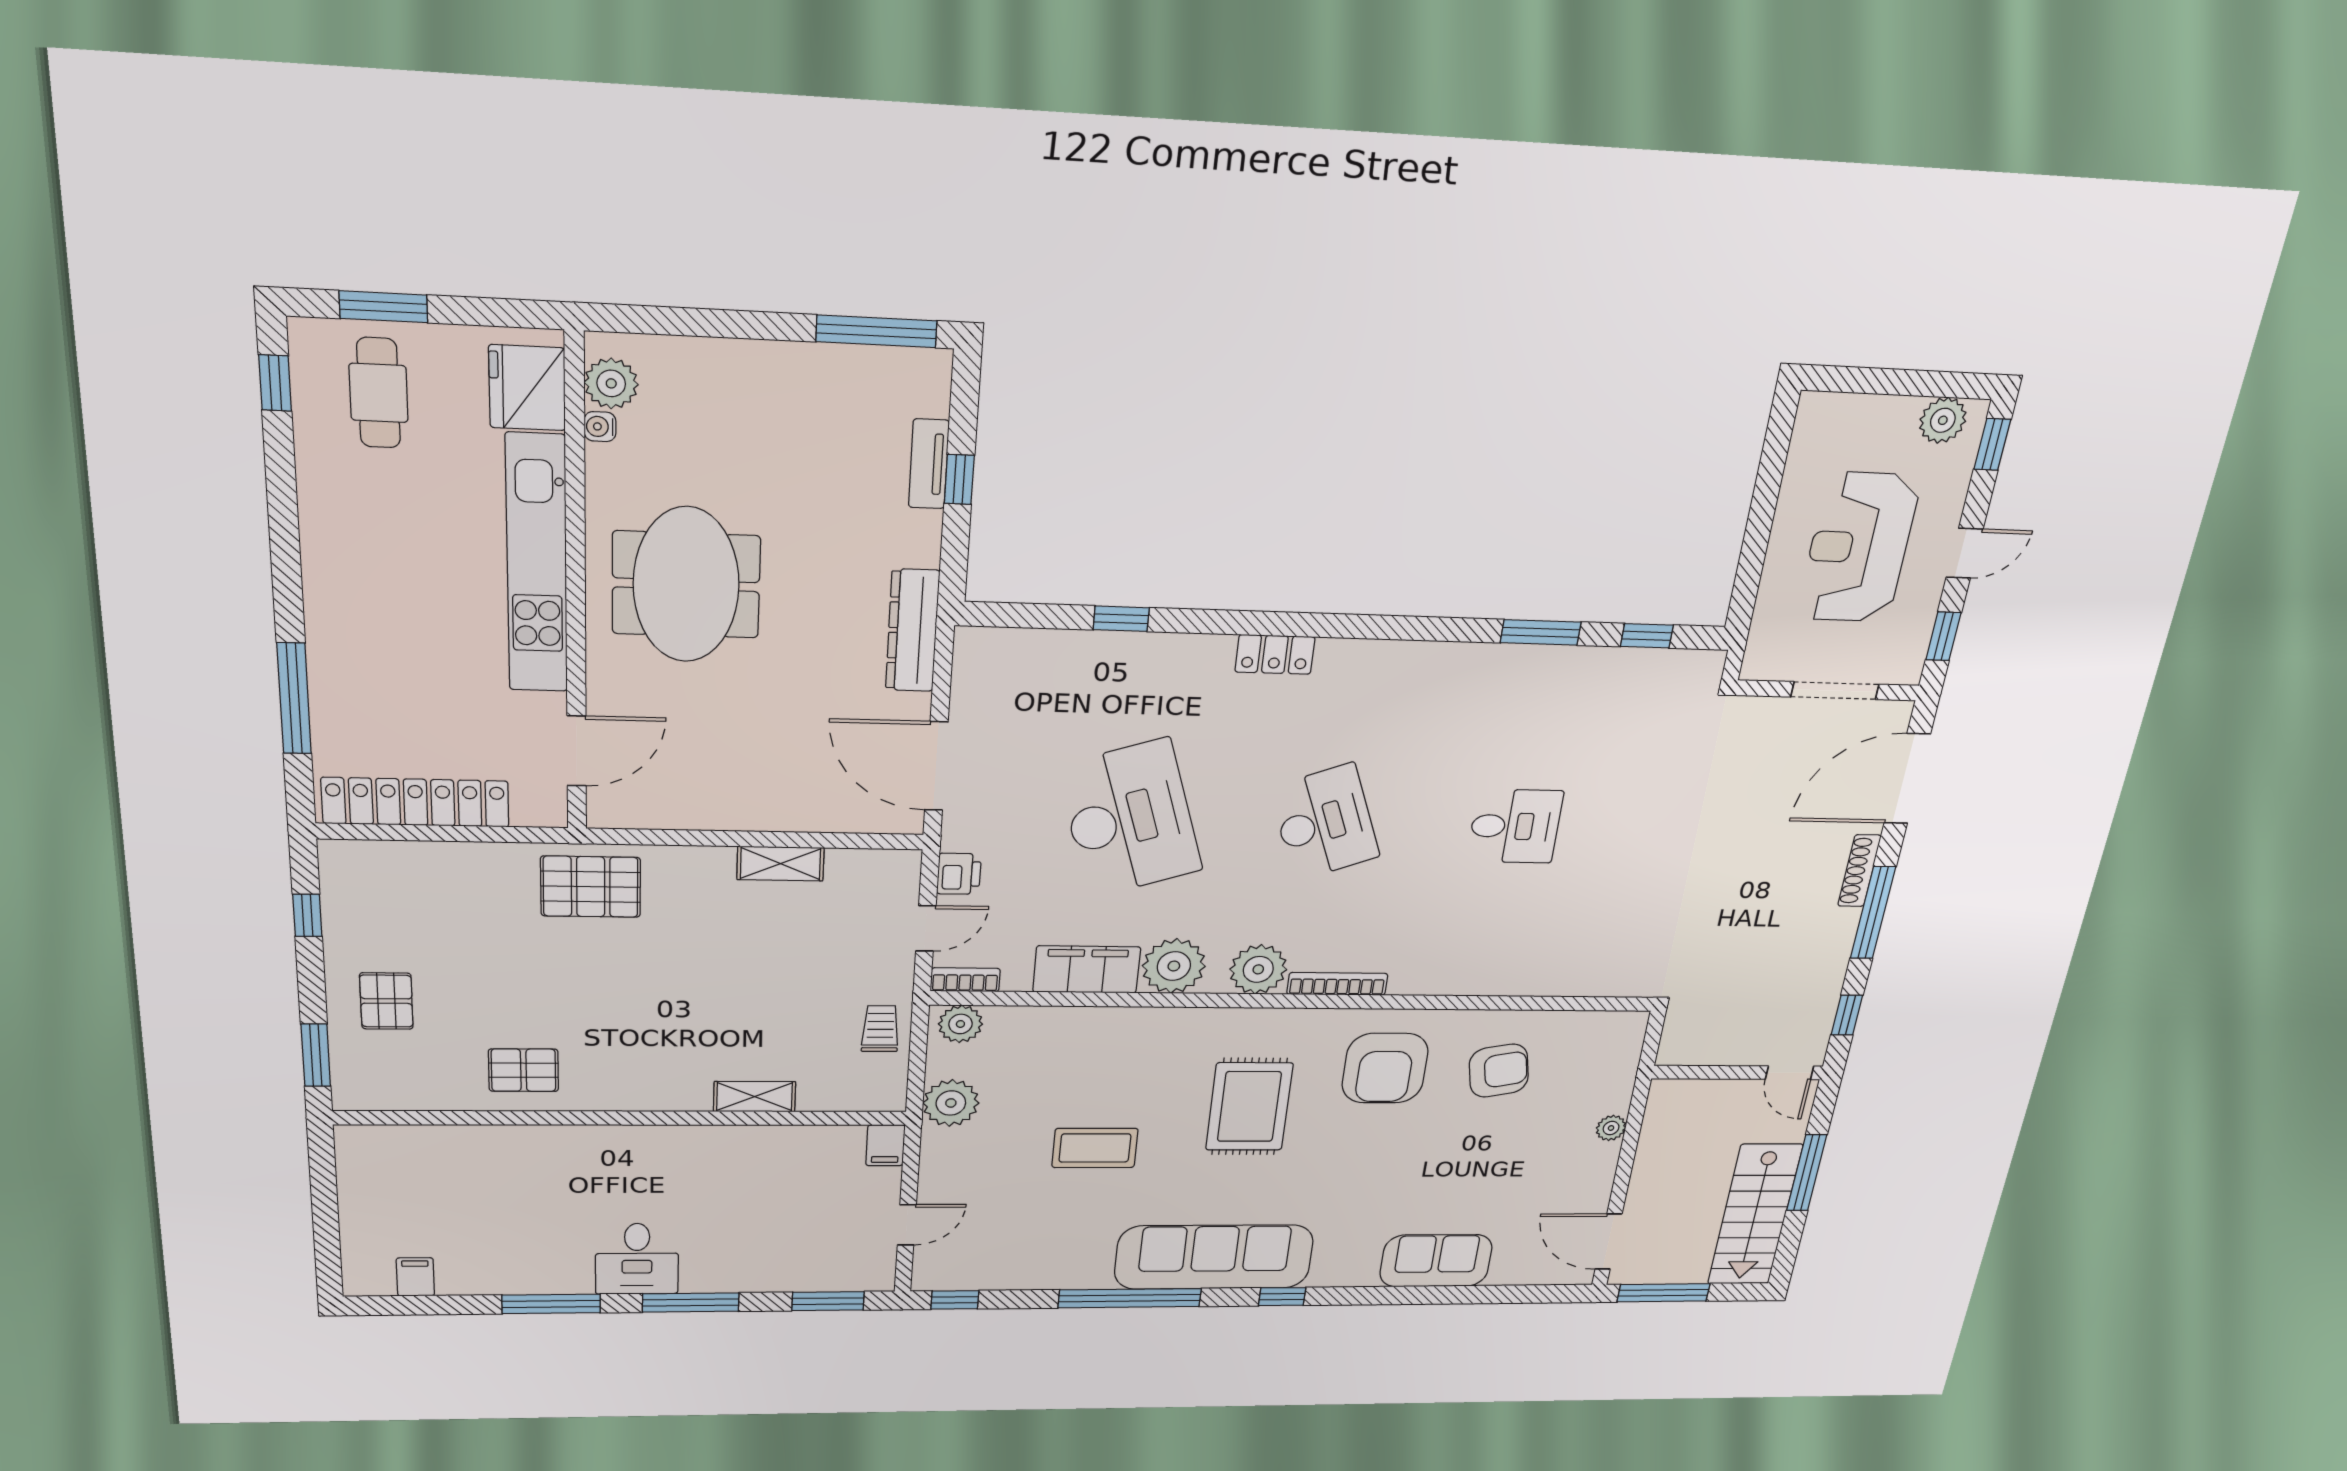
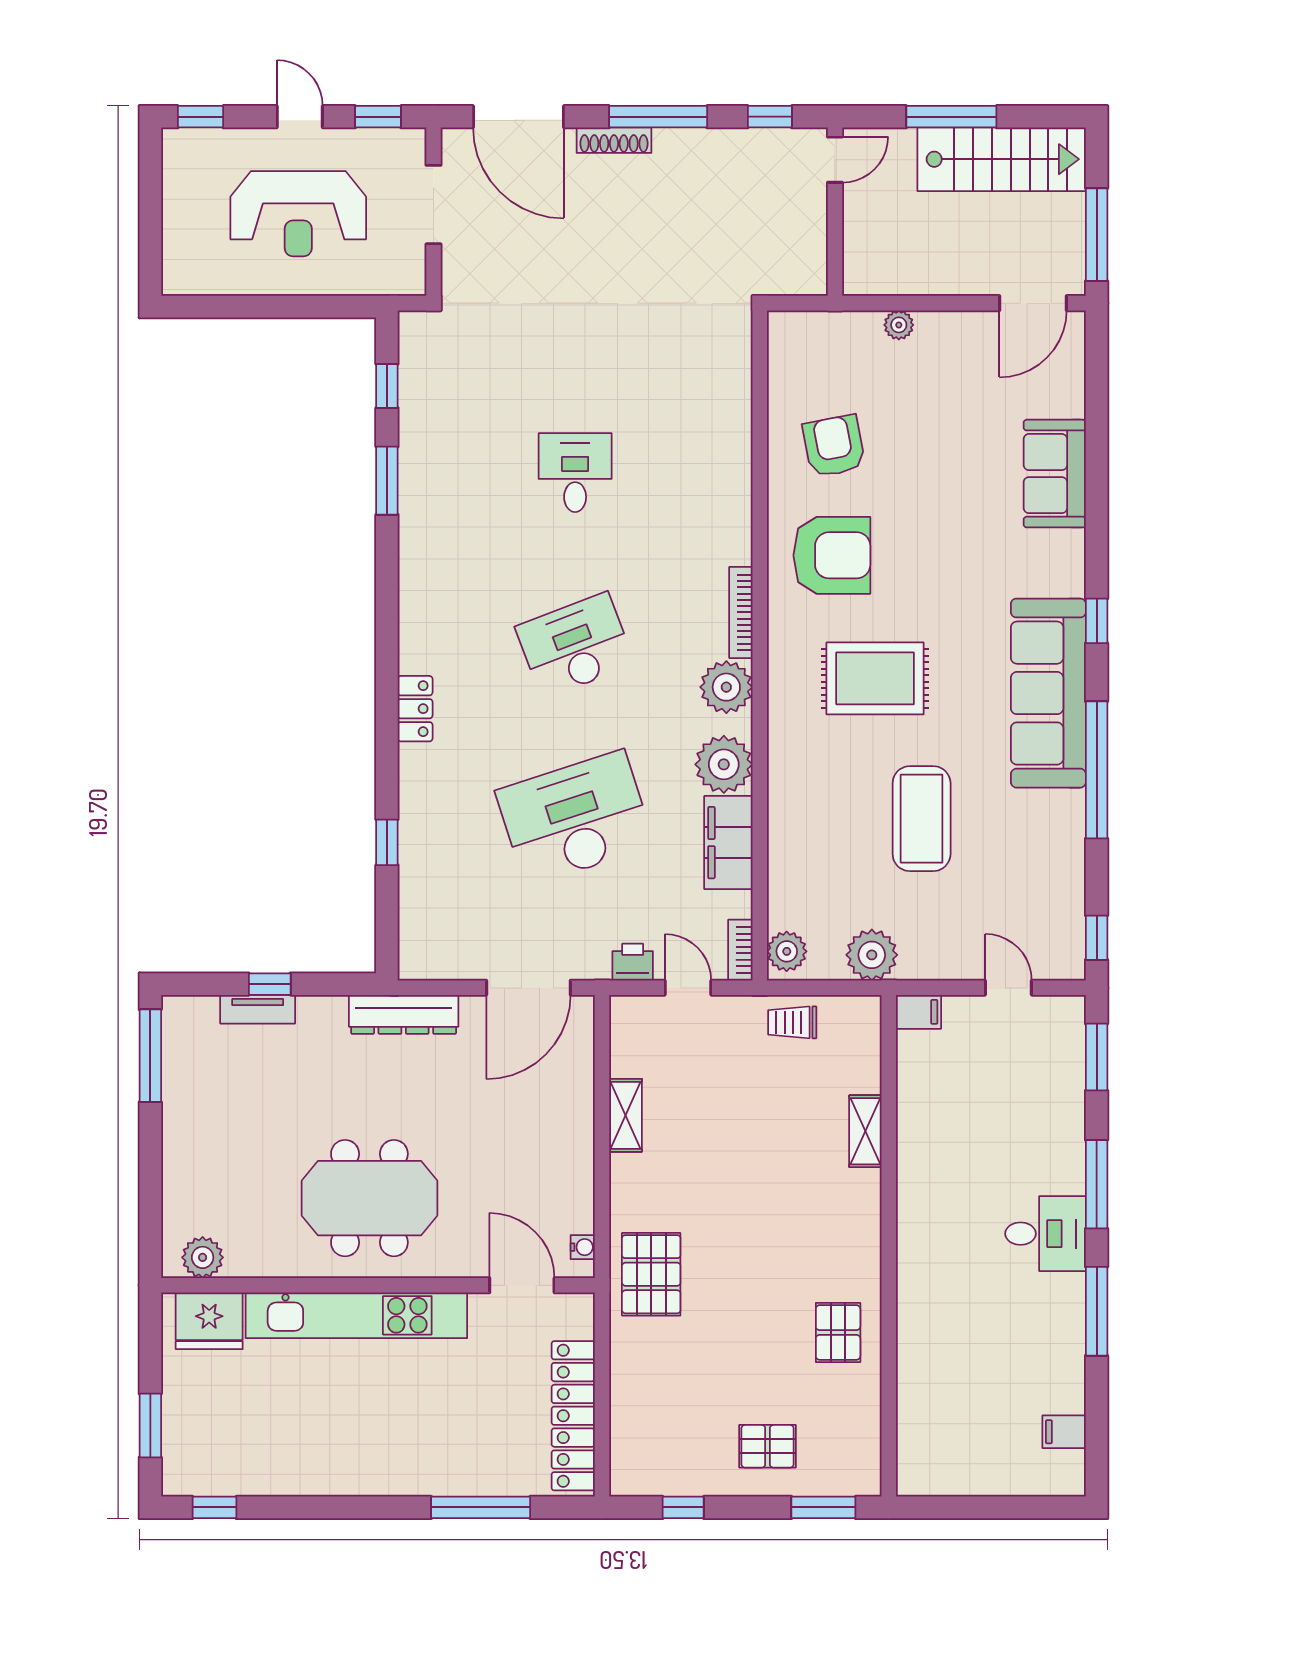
cafe table: (379, 393) -> (219, 1432), removed
plant: (1943, 420) -> (181, 166), removed
water cooler: (600, 427) -> (583, 1247), moved, turned -90
coffee table: (1095, 1148) -> (922, 819), width x1.36, depth x1.32

